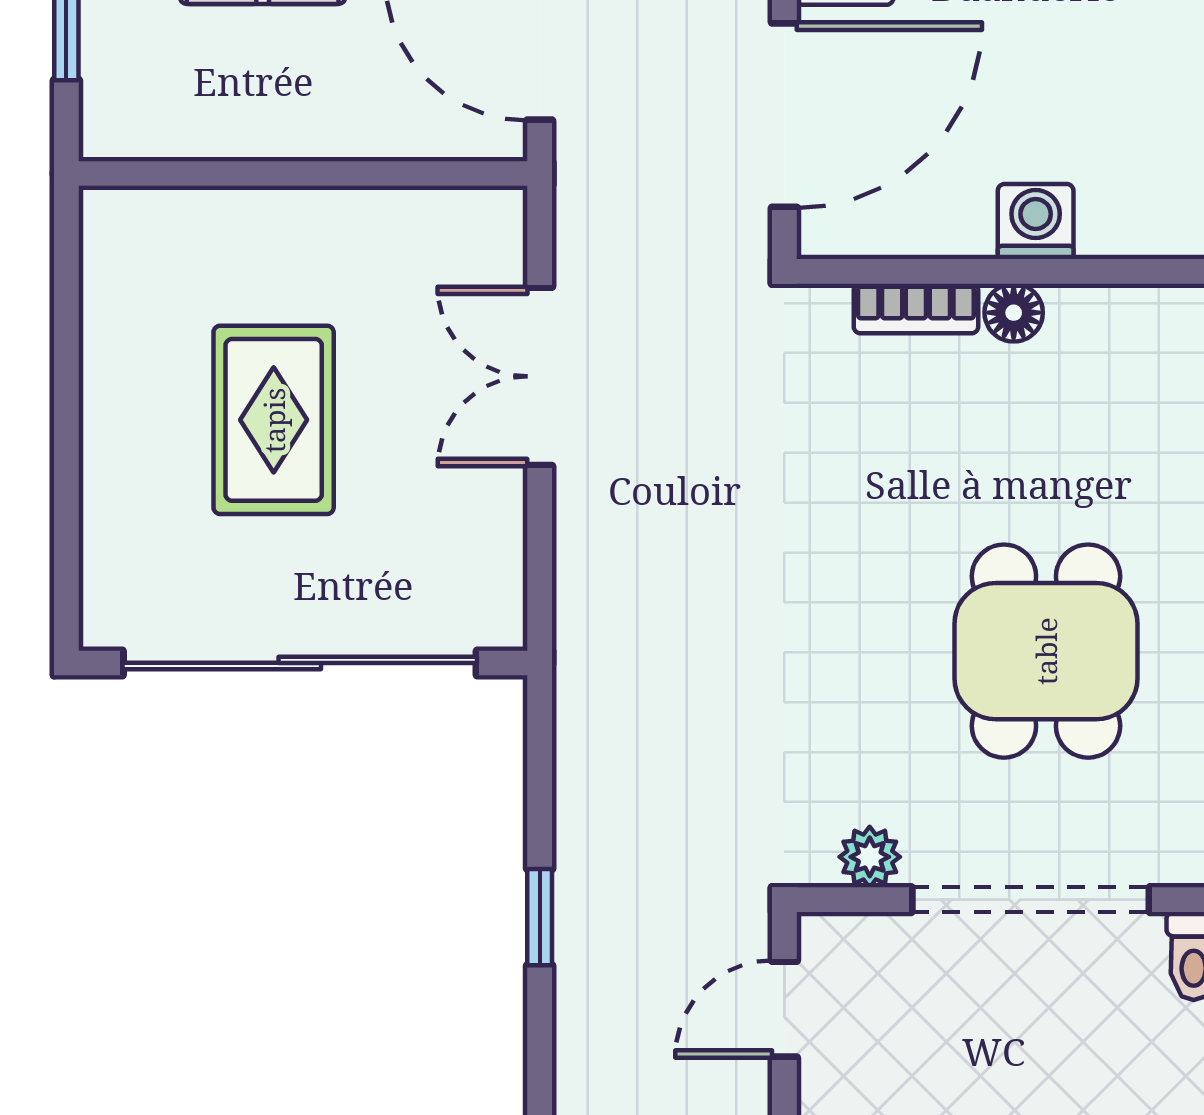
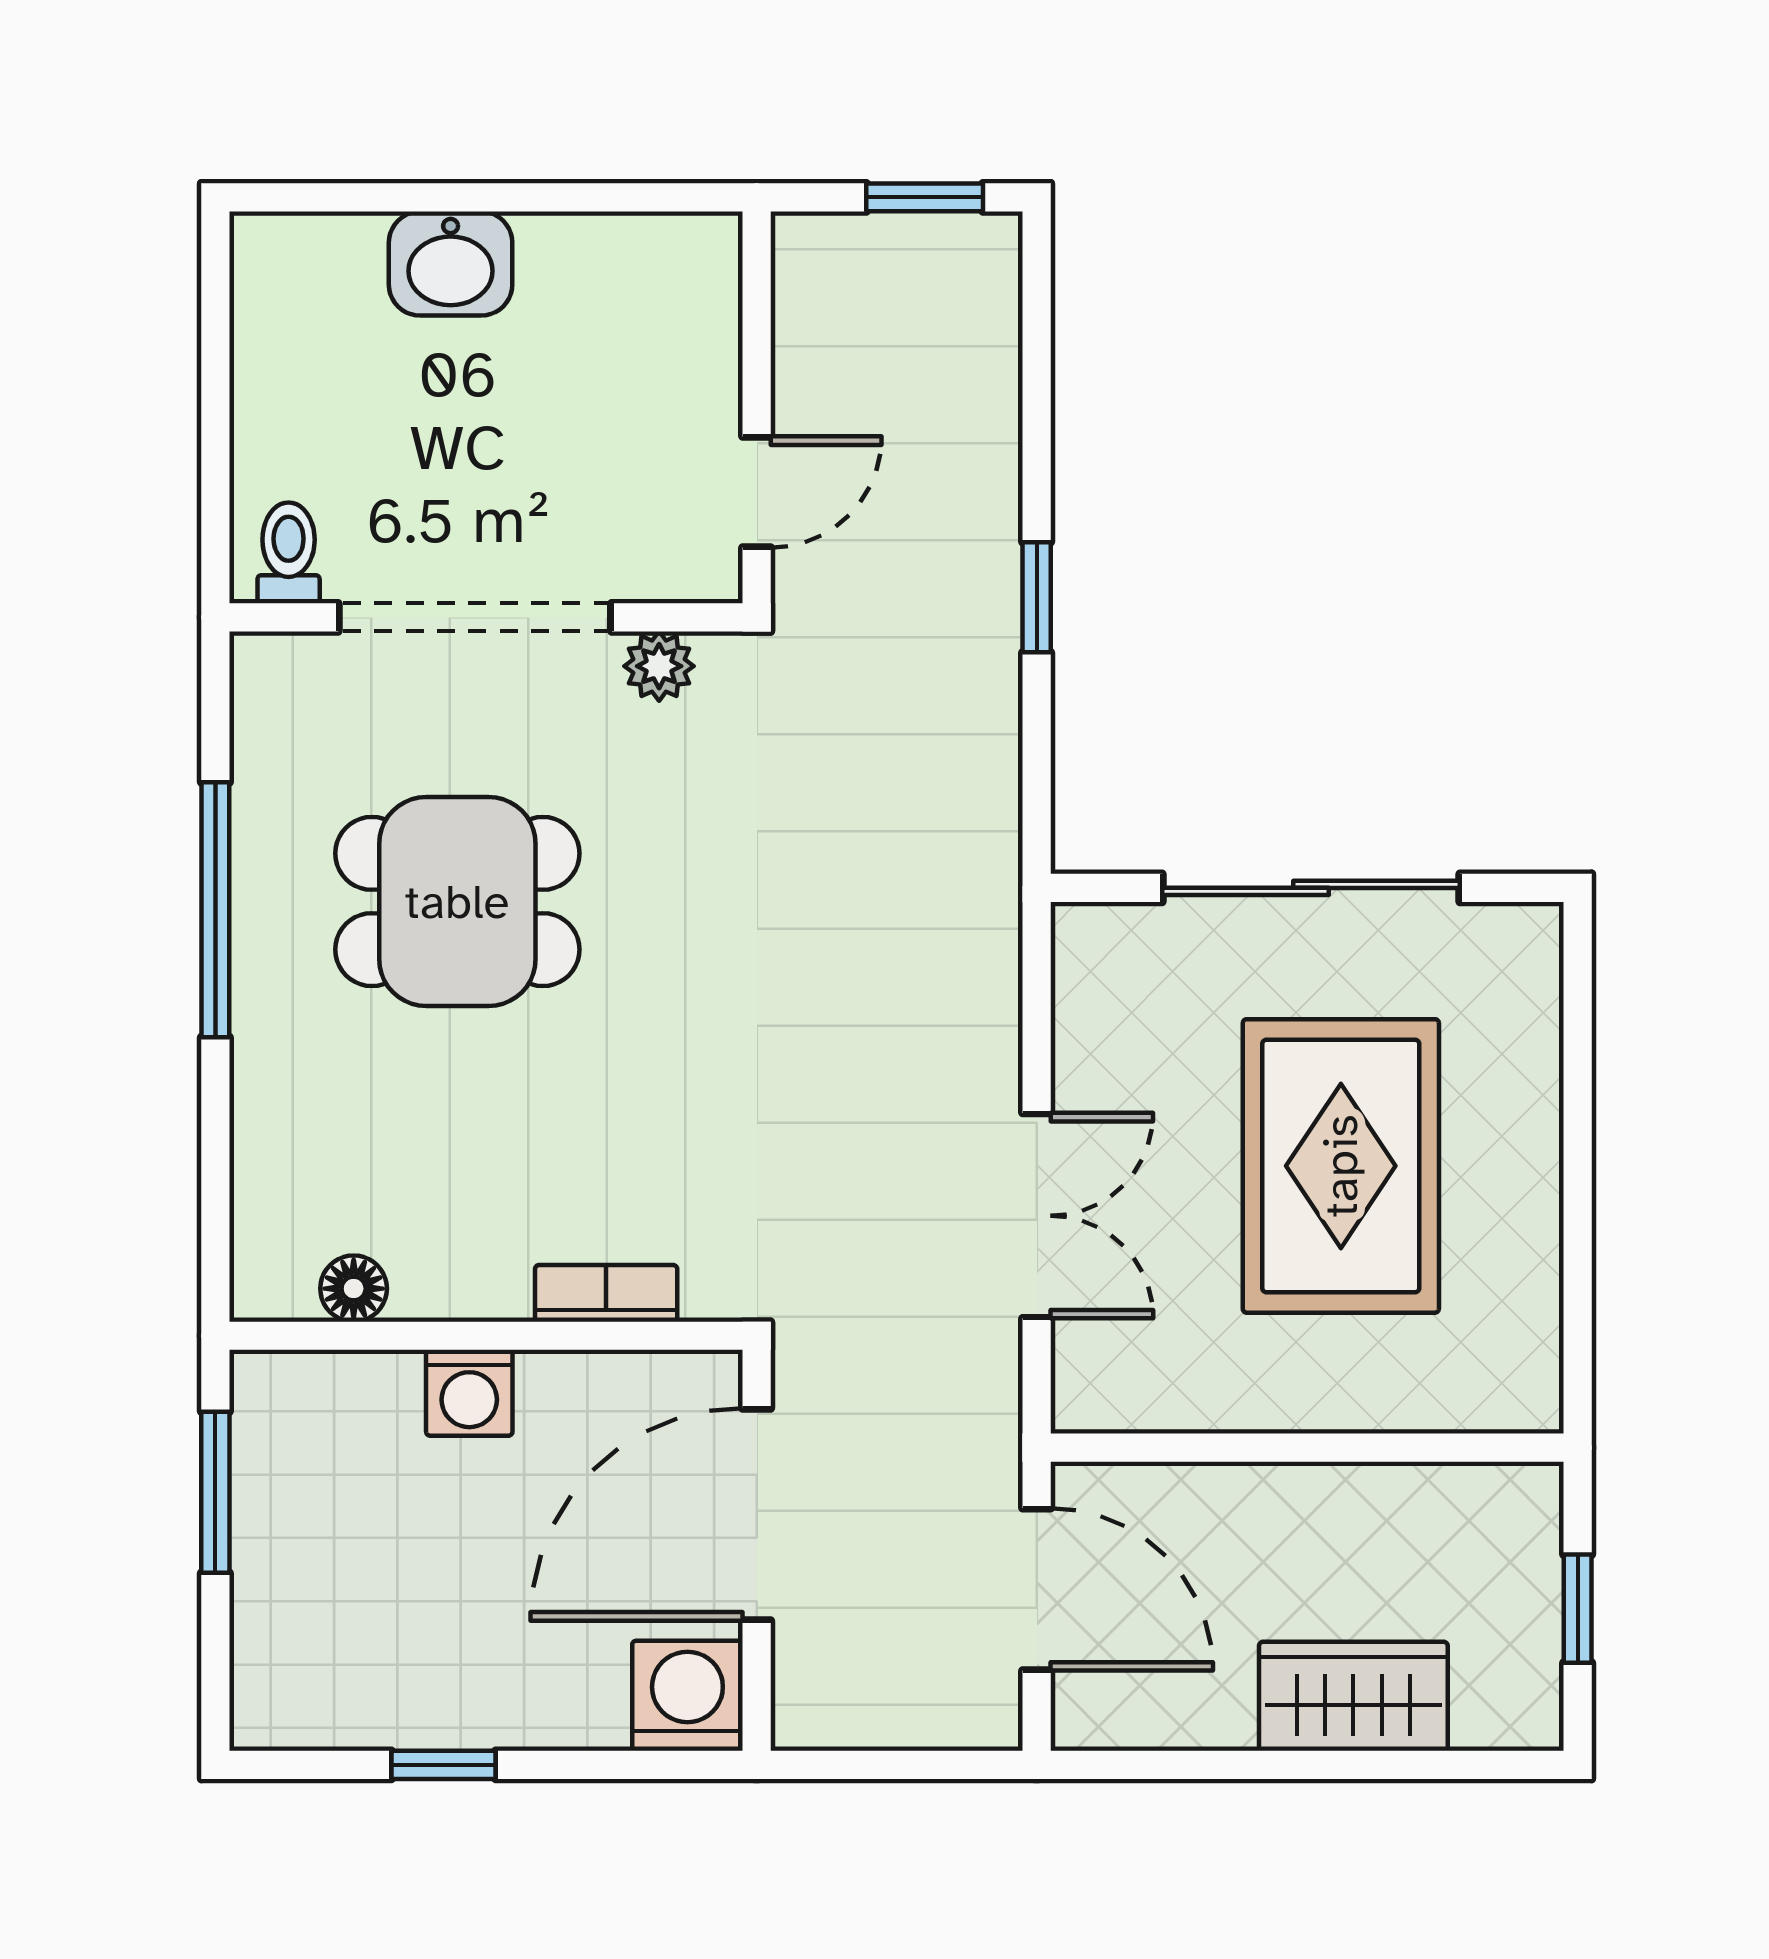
floor lamp: (1014, 313) -> (354, 1289), moved
rug: (274, 420) -> (1341, 1166), width x1.36, depth x1.43
dining table: (1046, 651) -> (457, 902), turned 90
sliding door: (300, 663) -> (1311, 888), width x0.73

